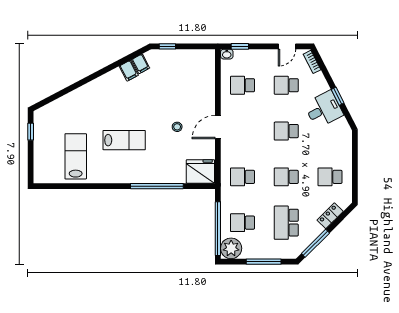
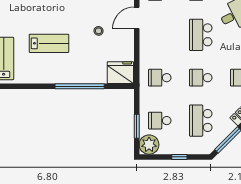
door: (218, 127) -> (137, 18), moved
school desk: (286, 131) -> (201, 35), width x1.85
window: (218, 229) -> (137, 126), width x0.47
window: (264, 262) -> (179, 157), width x0.46

